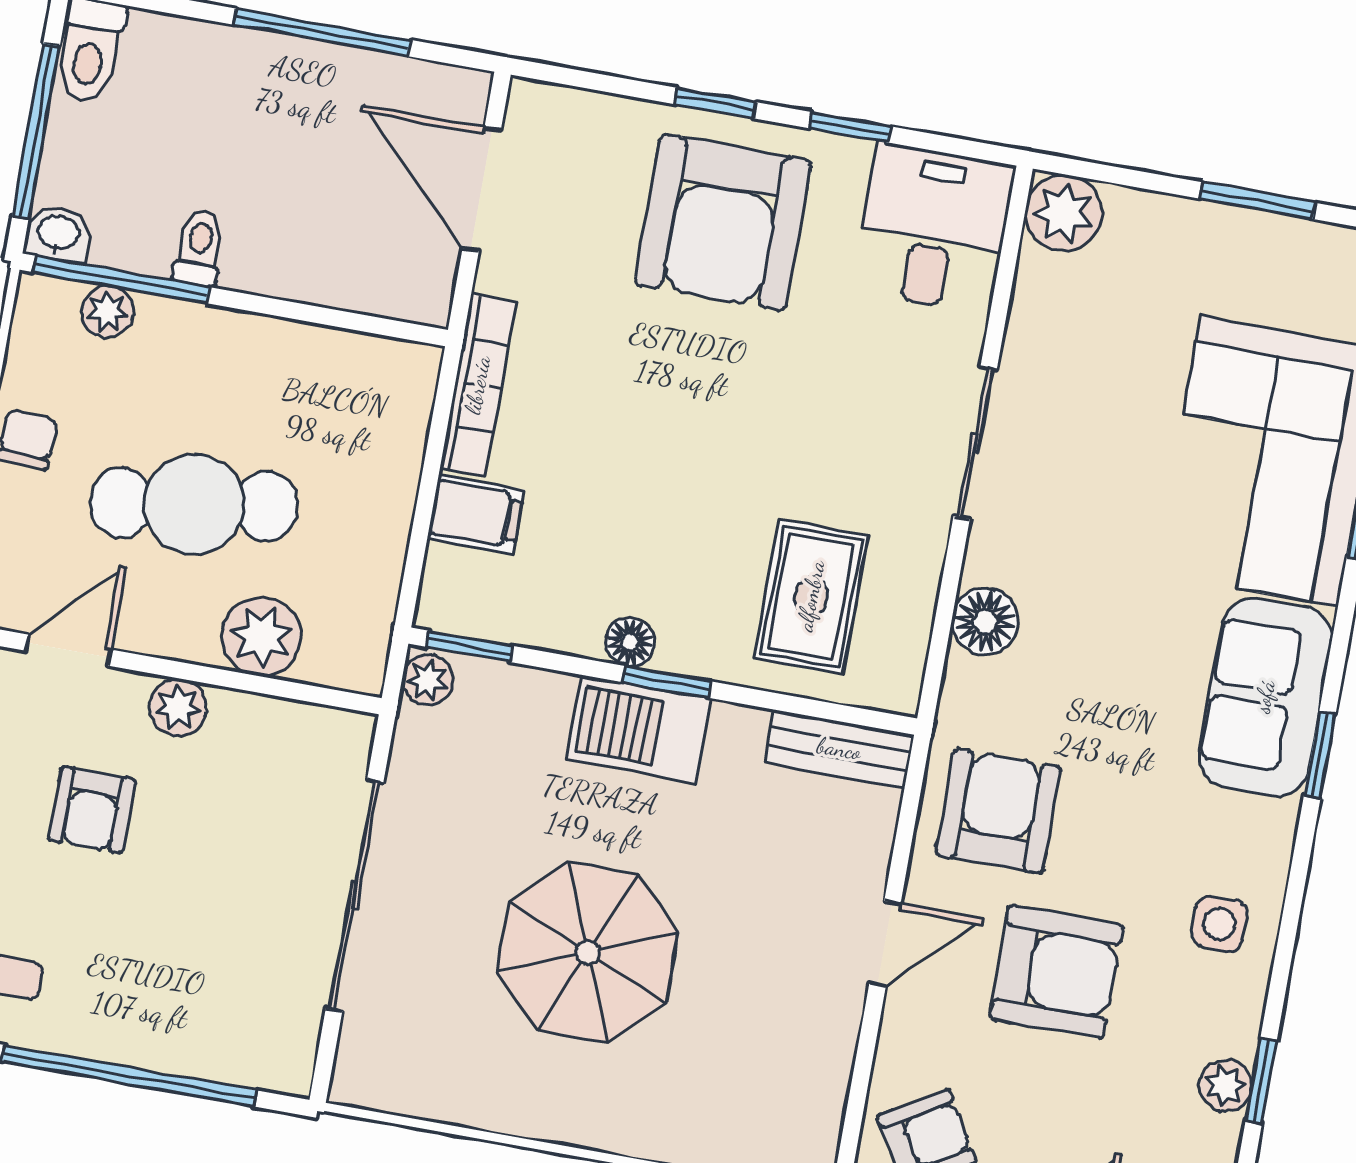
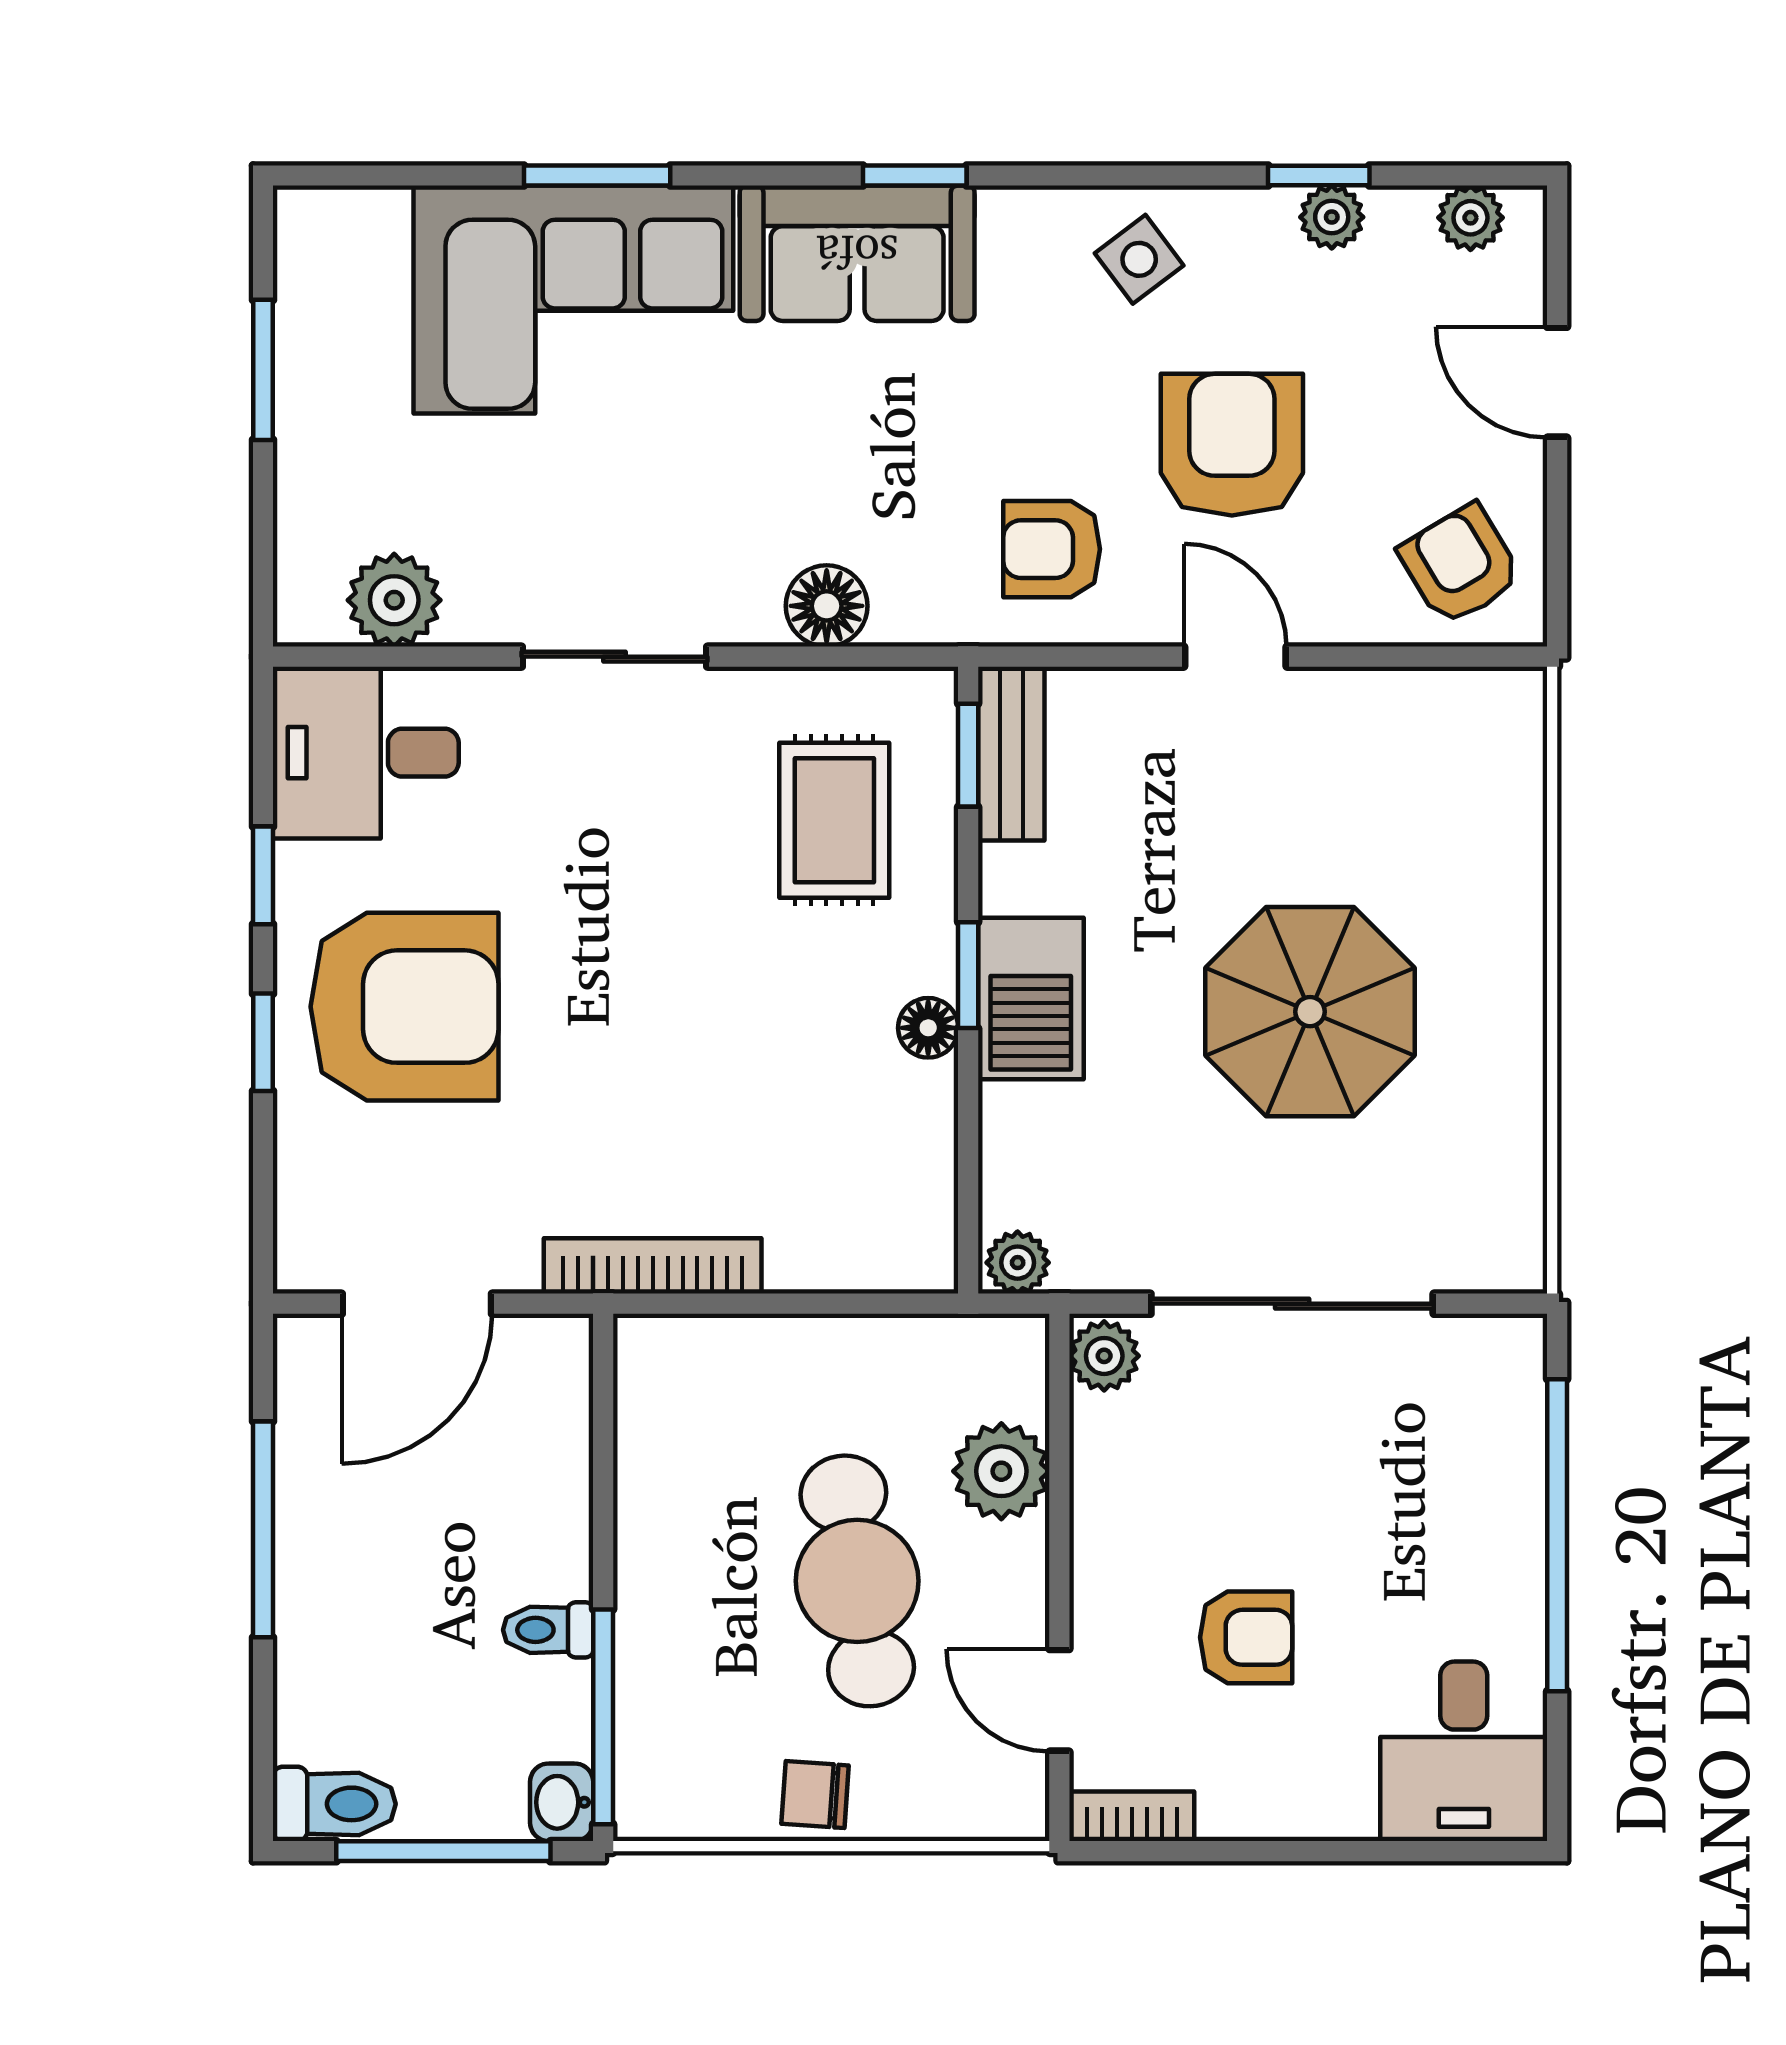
plant: (1063, 213) -> (394, 600), moved
plant: (107, 312) -> (645, 1726), removed
filing cabinet: (476, 514) -> (808, 1240), removed
rug: (811, 596) -> (834, 820), turned 90
window: (470, 646) -> (968, 755), moved
plant: (178, 707) -> (1104, 1356), moved
armchair: (998, 811) -> (1052, 549), width x0.72, depth x0.72
side table: (1220, 924) -> (1139, 259), turned -37

